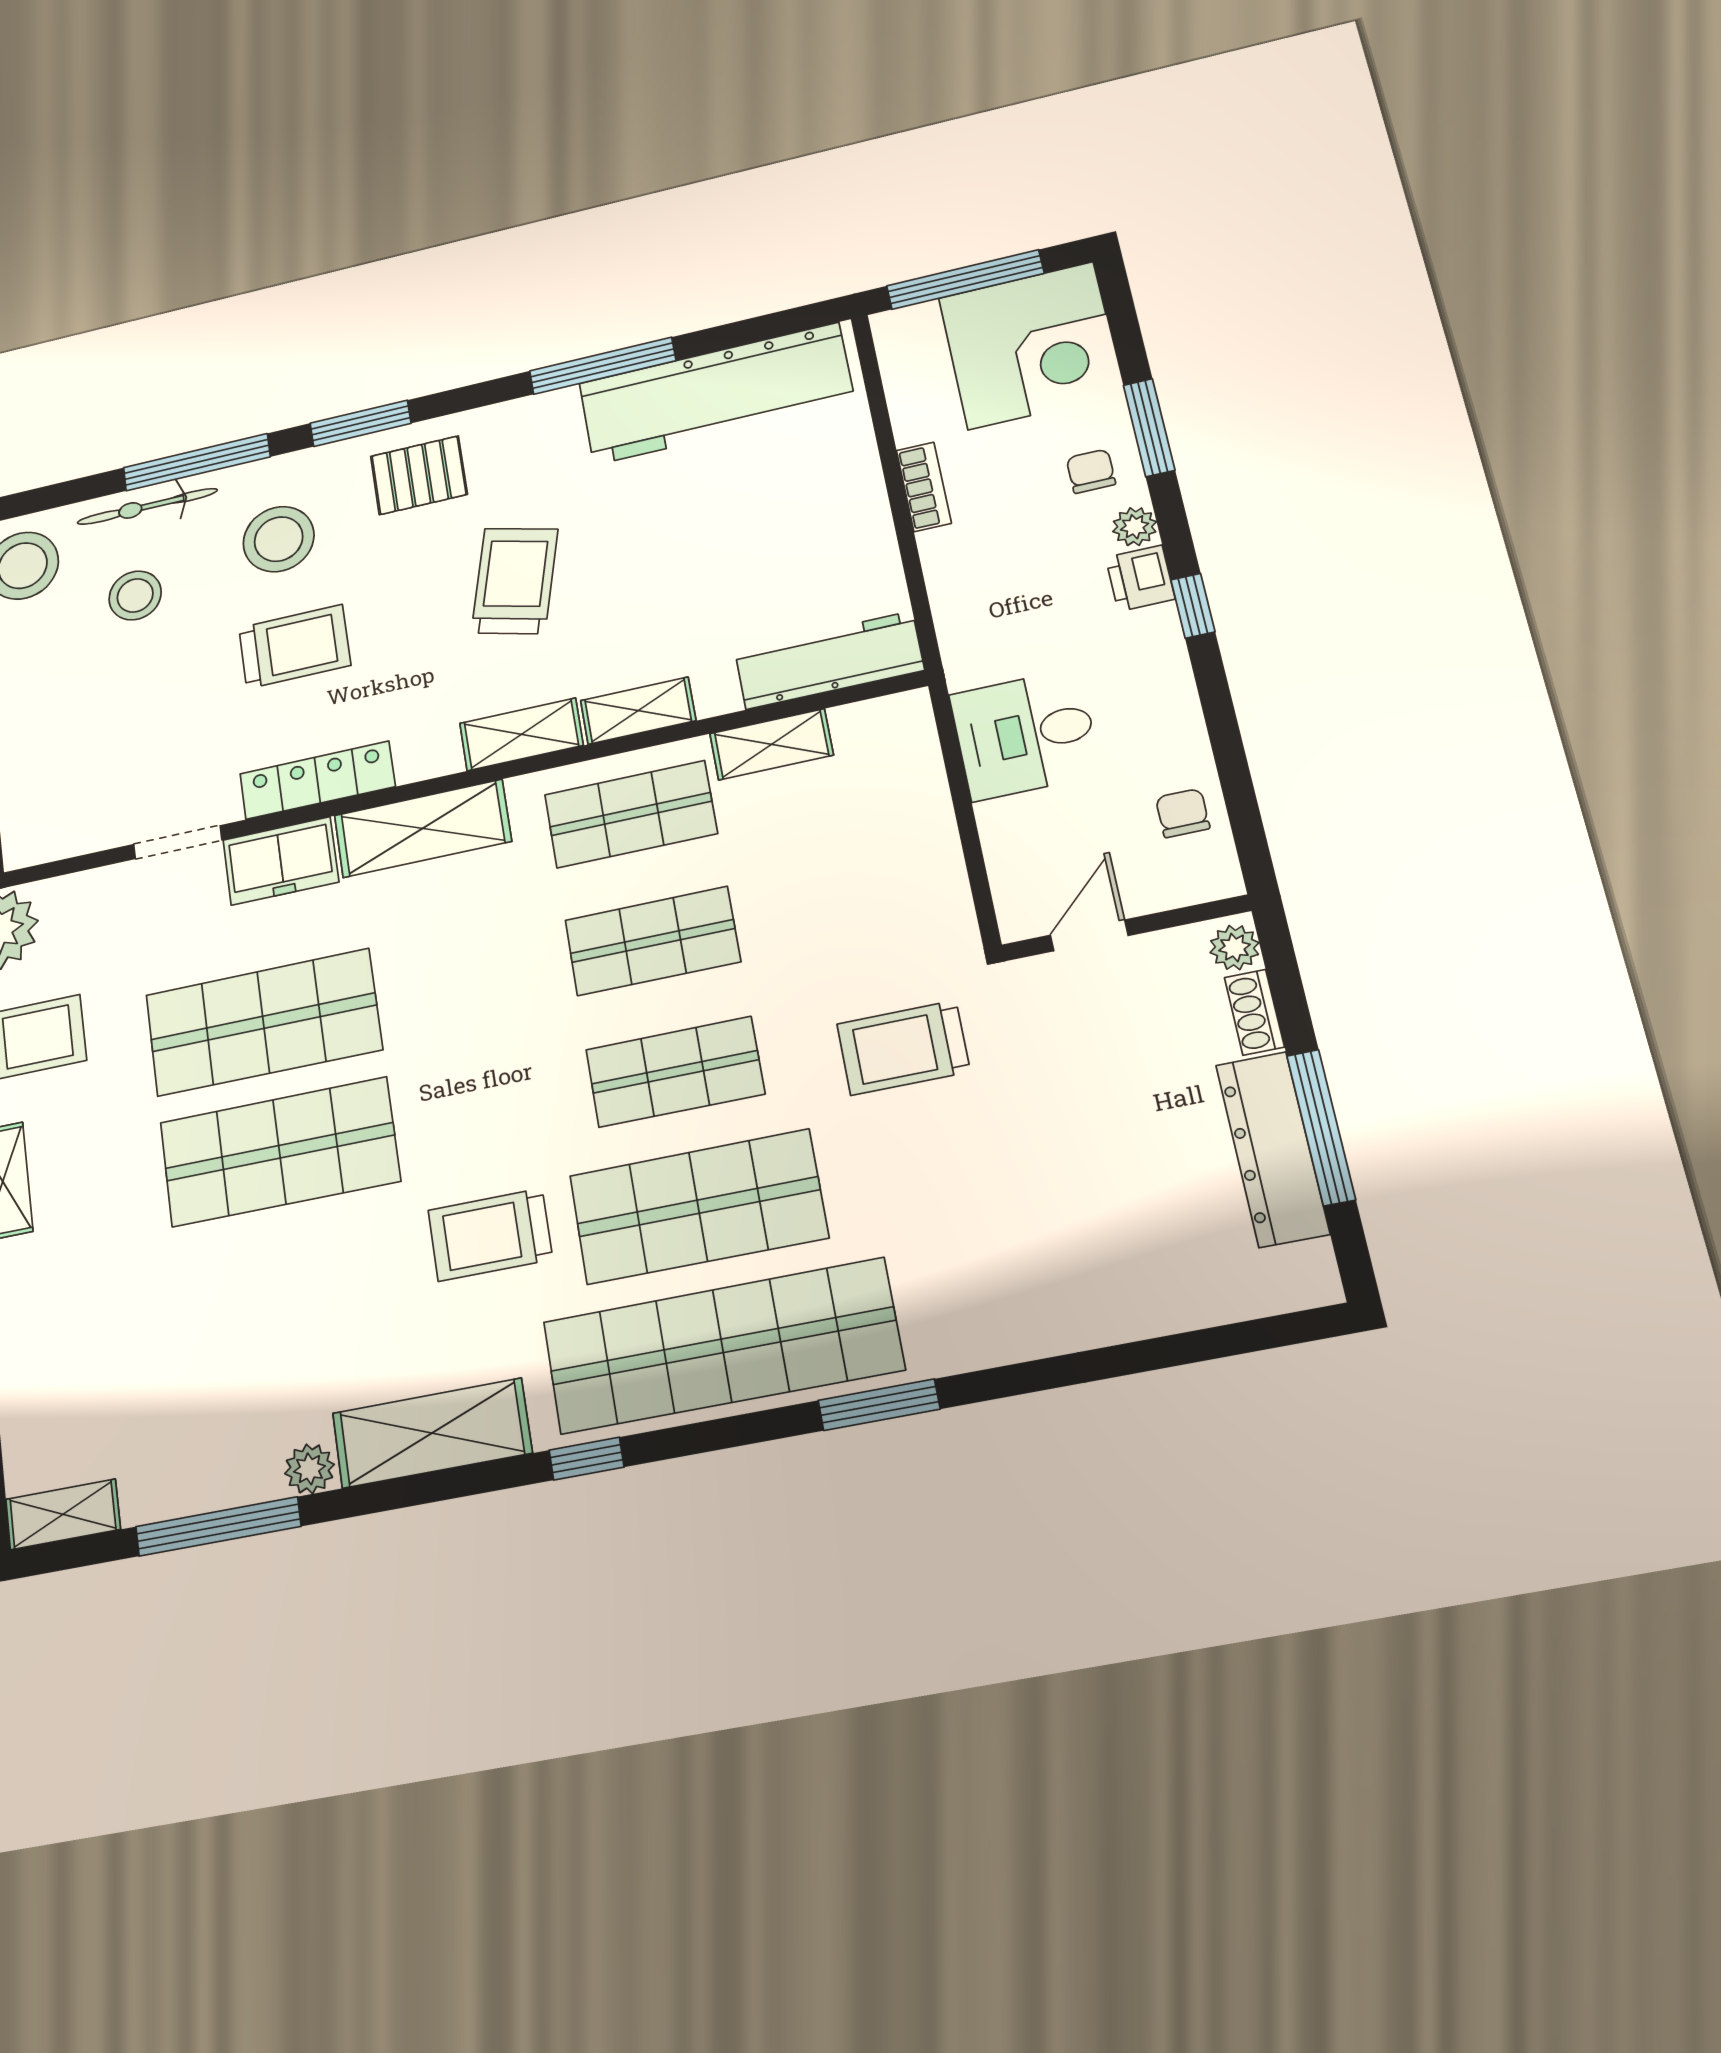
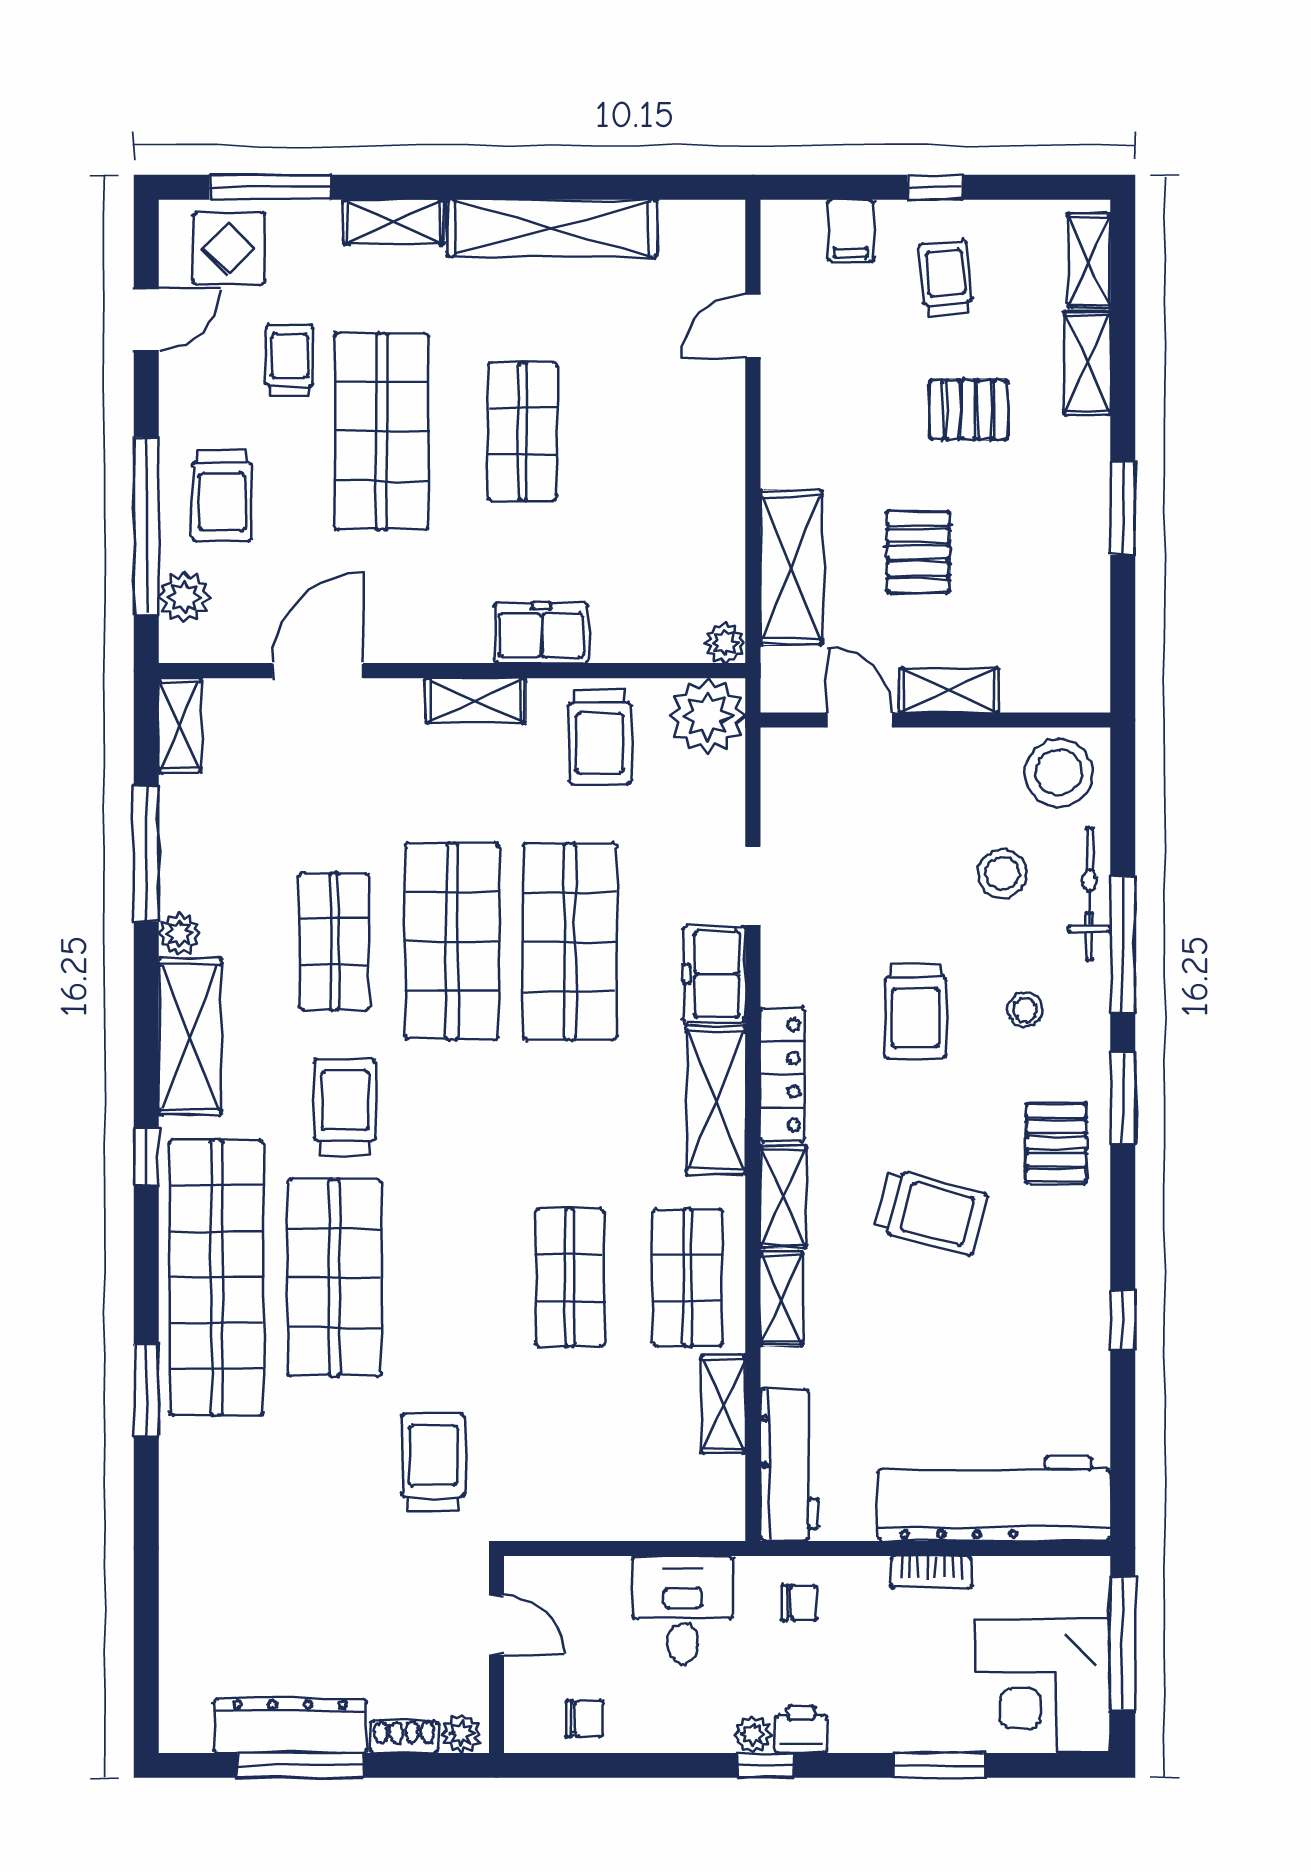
window: (603, 366) -> (1123, 1320), width x0.46
workbench: (716, 394) -> (994, 1499), moved, turned 90
chair: (1091, 471) -> (800, 1603), moved
plant: (1135, 527) -> (753, 1735), moved
stool: (279, 539) -> (1025, 1010), width x0.53, depth x0.53
locker: (317, 780) -> (782, 1075), moved
shop shelf: (675, 1072) -> (334, 941), moved

